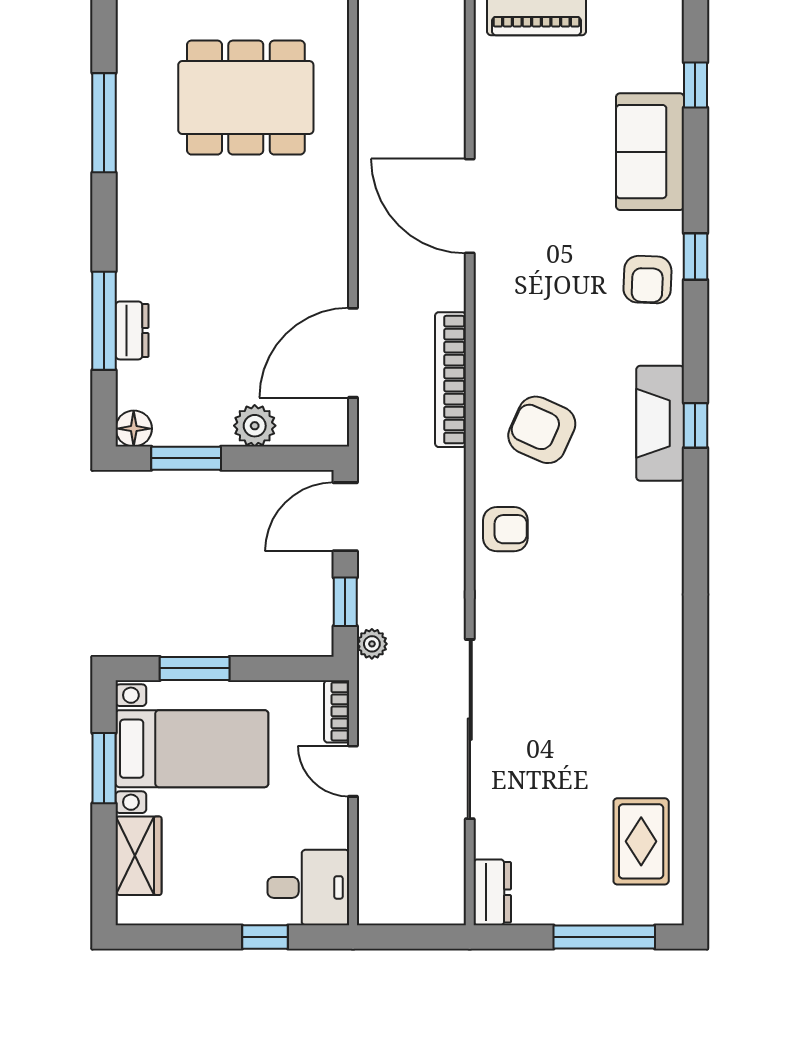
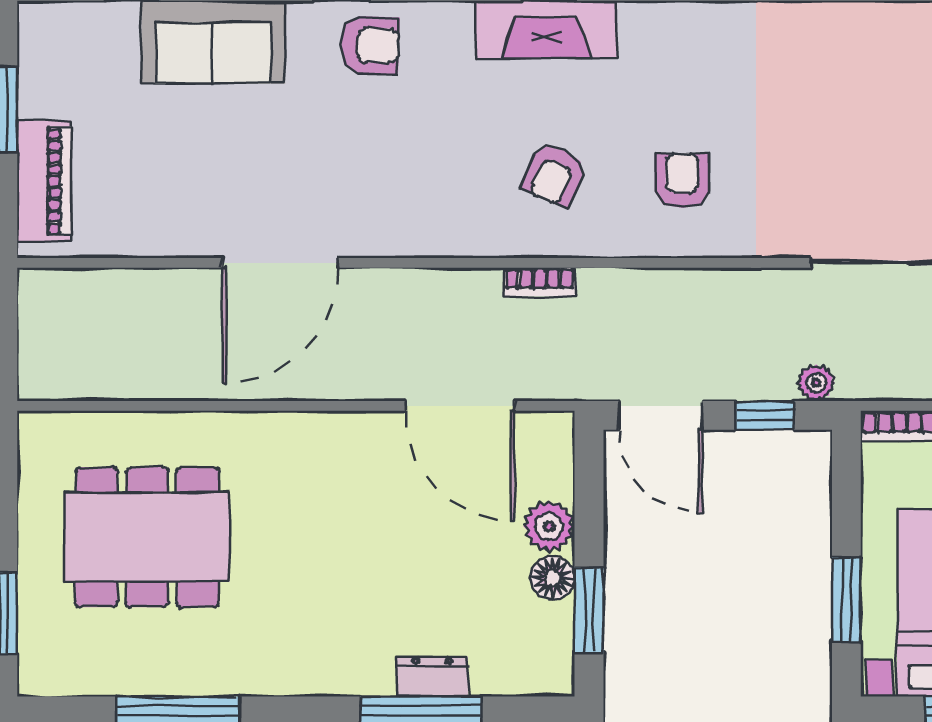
dining table: (246, 98) -> (147, 537), turned 90
bookcase: (451, 380) -> (540, 282), width x0.43, depth x0.76
floor lamp: (134, 429) -> (552, 578), moved
armchair: (542, 430) -> (554, 175), width x0.72, depth x0.72
armchair: (505, 529) -> (682, 181), moved

